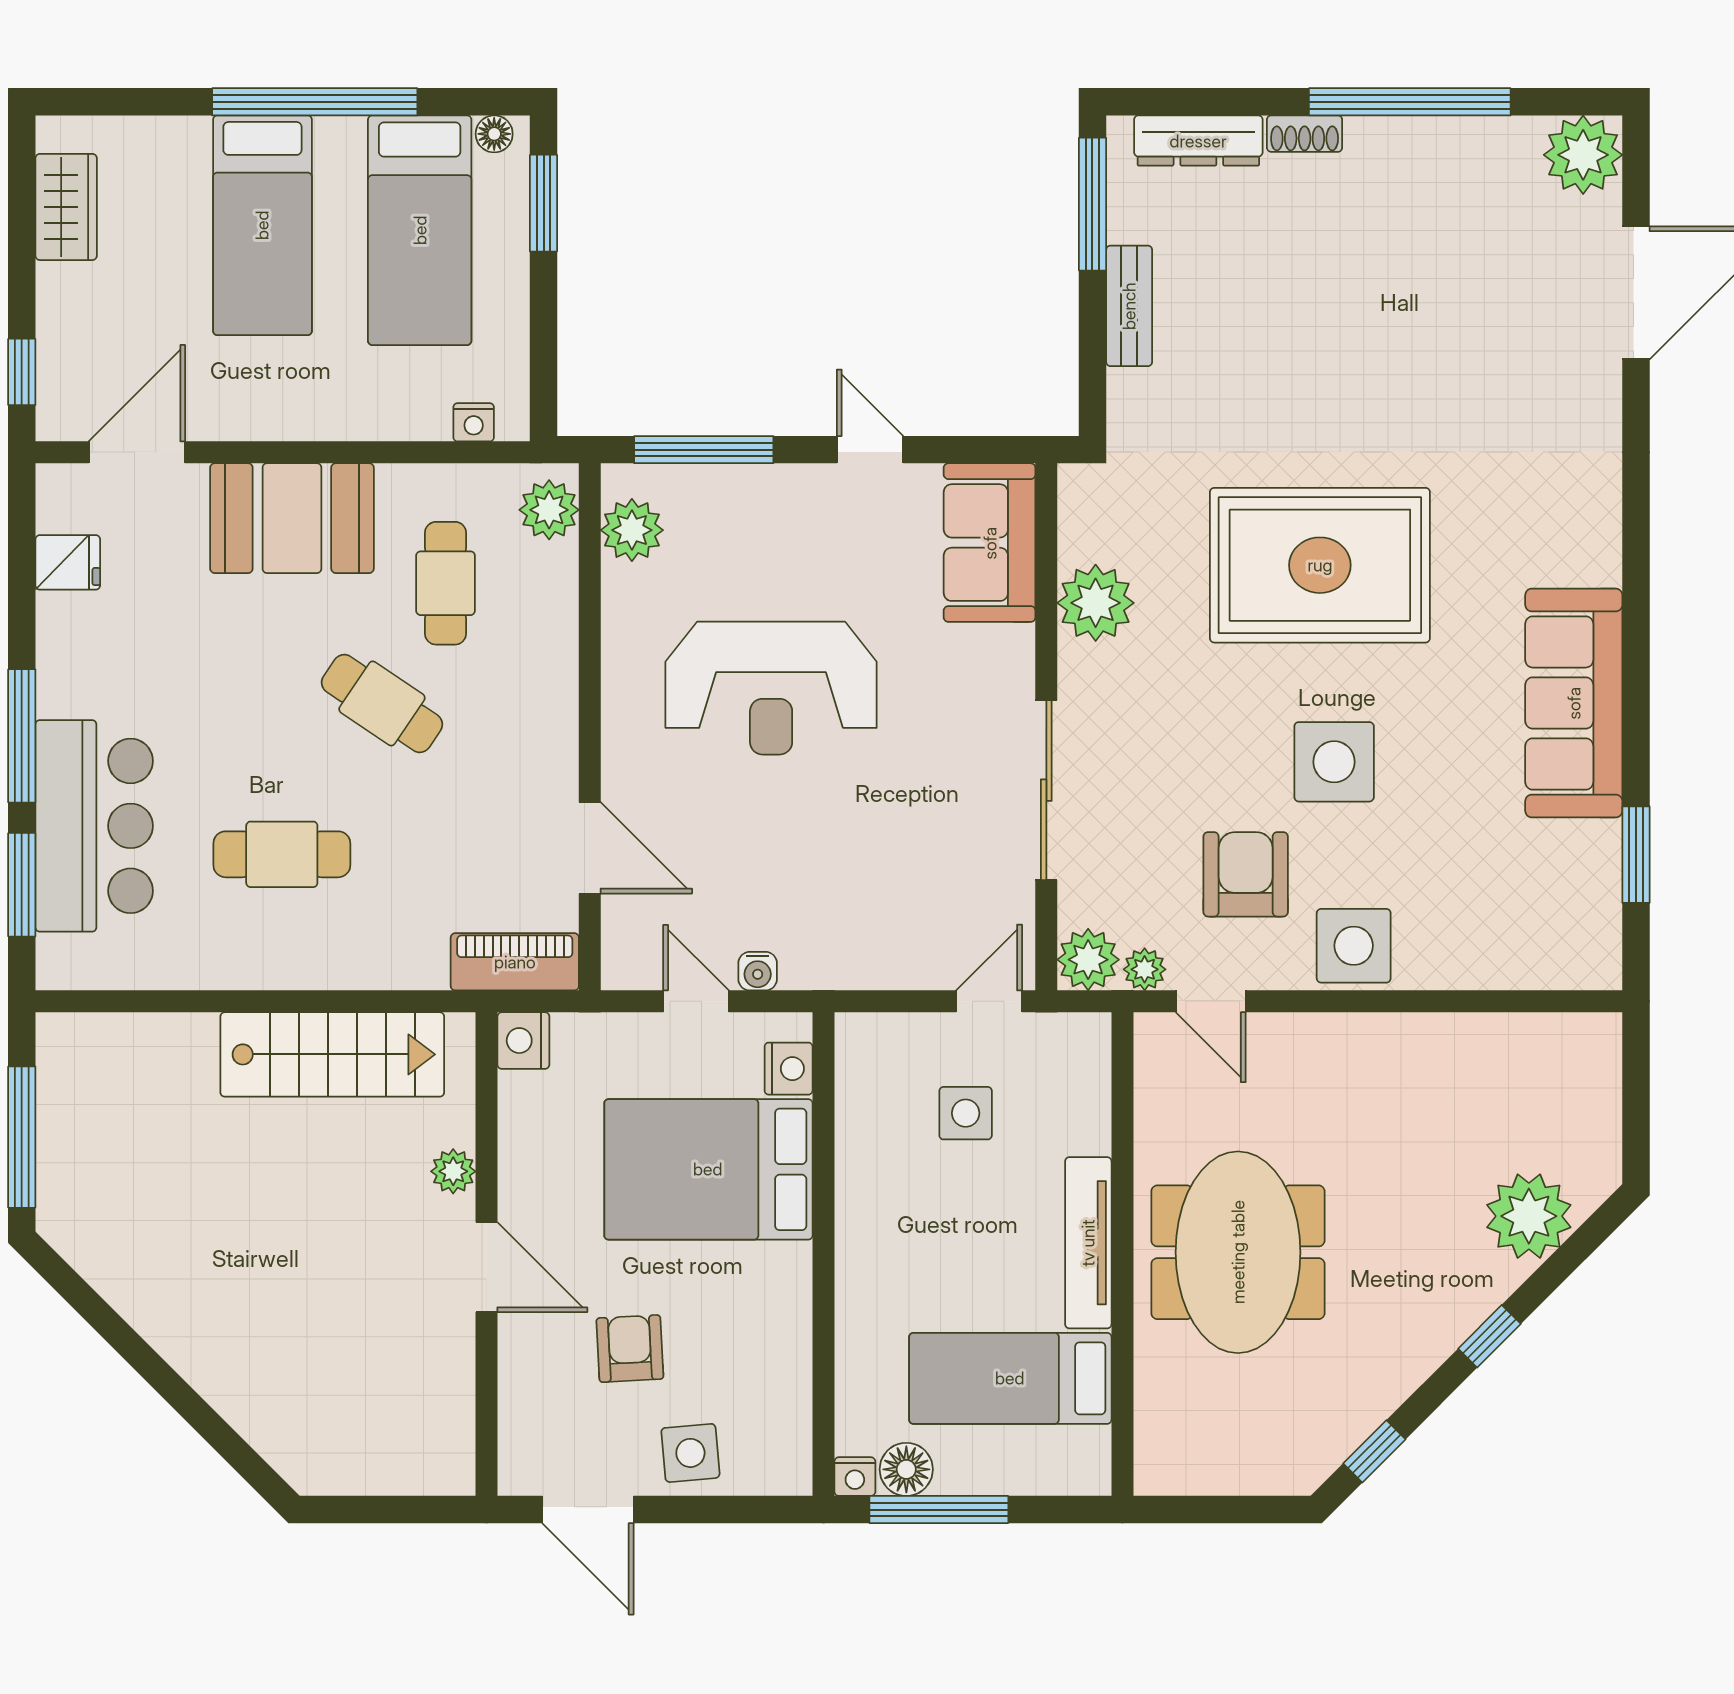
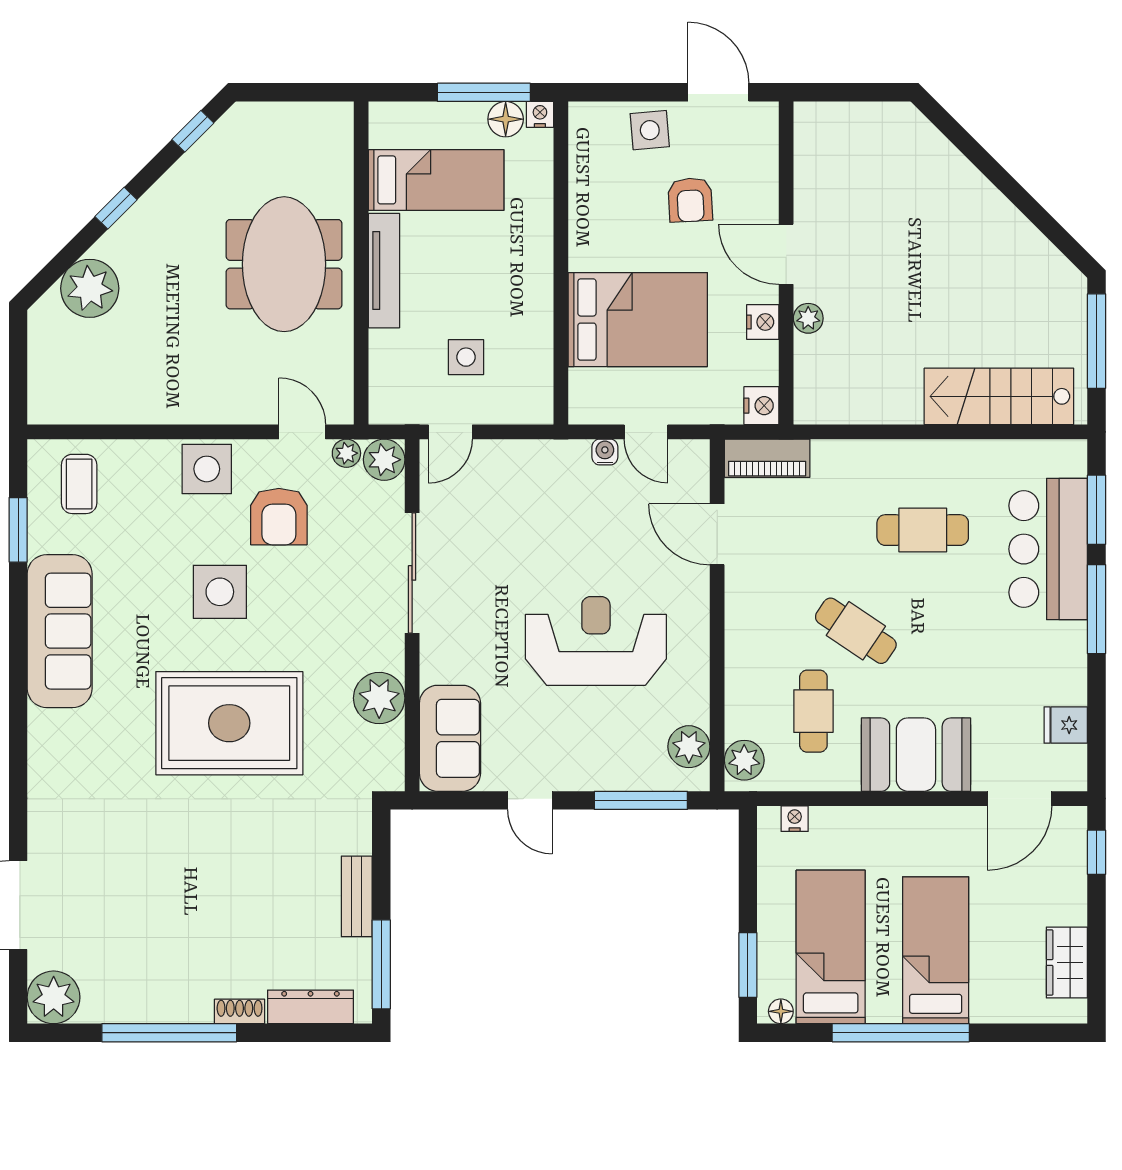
coffee table: (1545, 923) -> (79, 484), added
stairs: (332, 1054) -> (999, 396), moved
nightstand: (789, 1069) -> (763, 322), moved, turned 180

